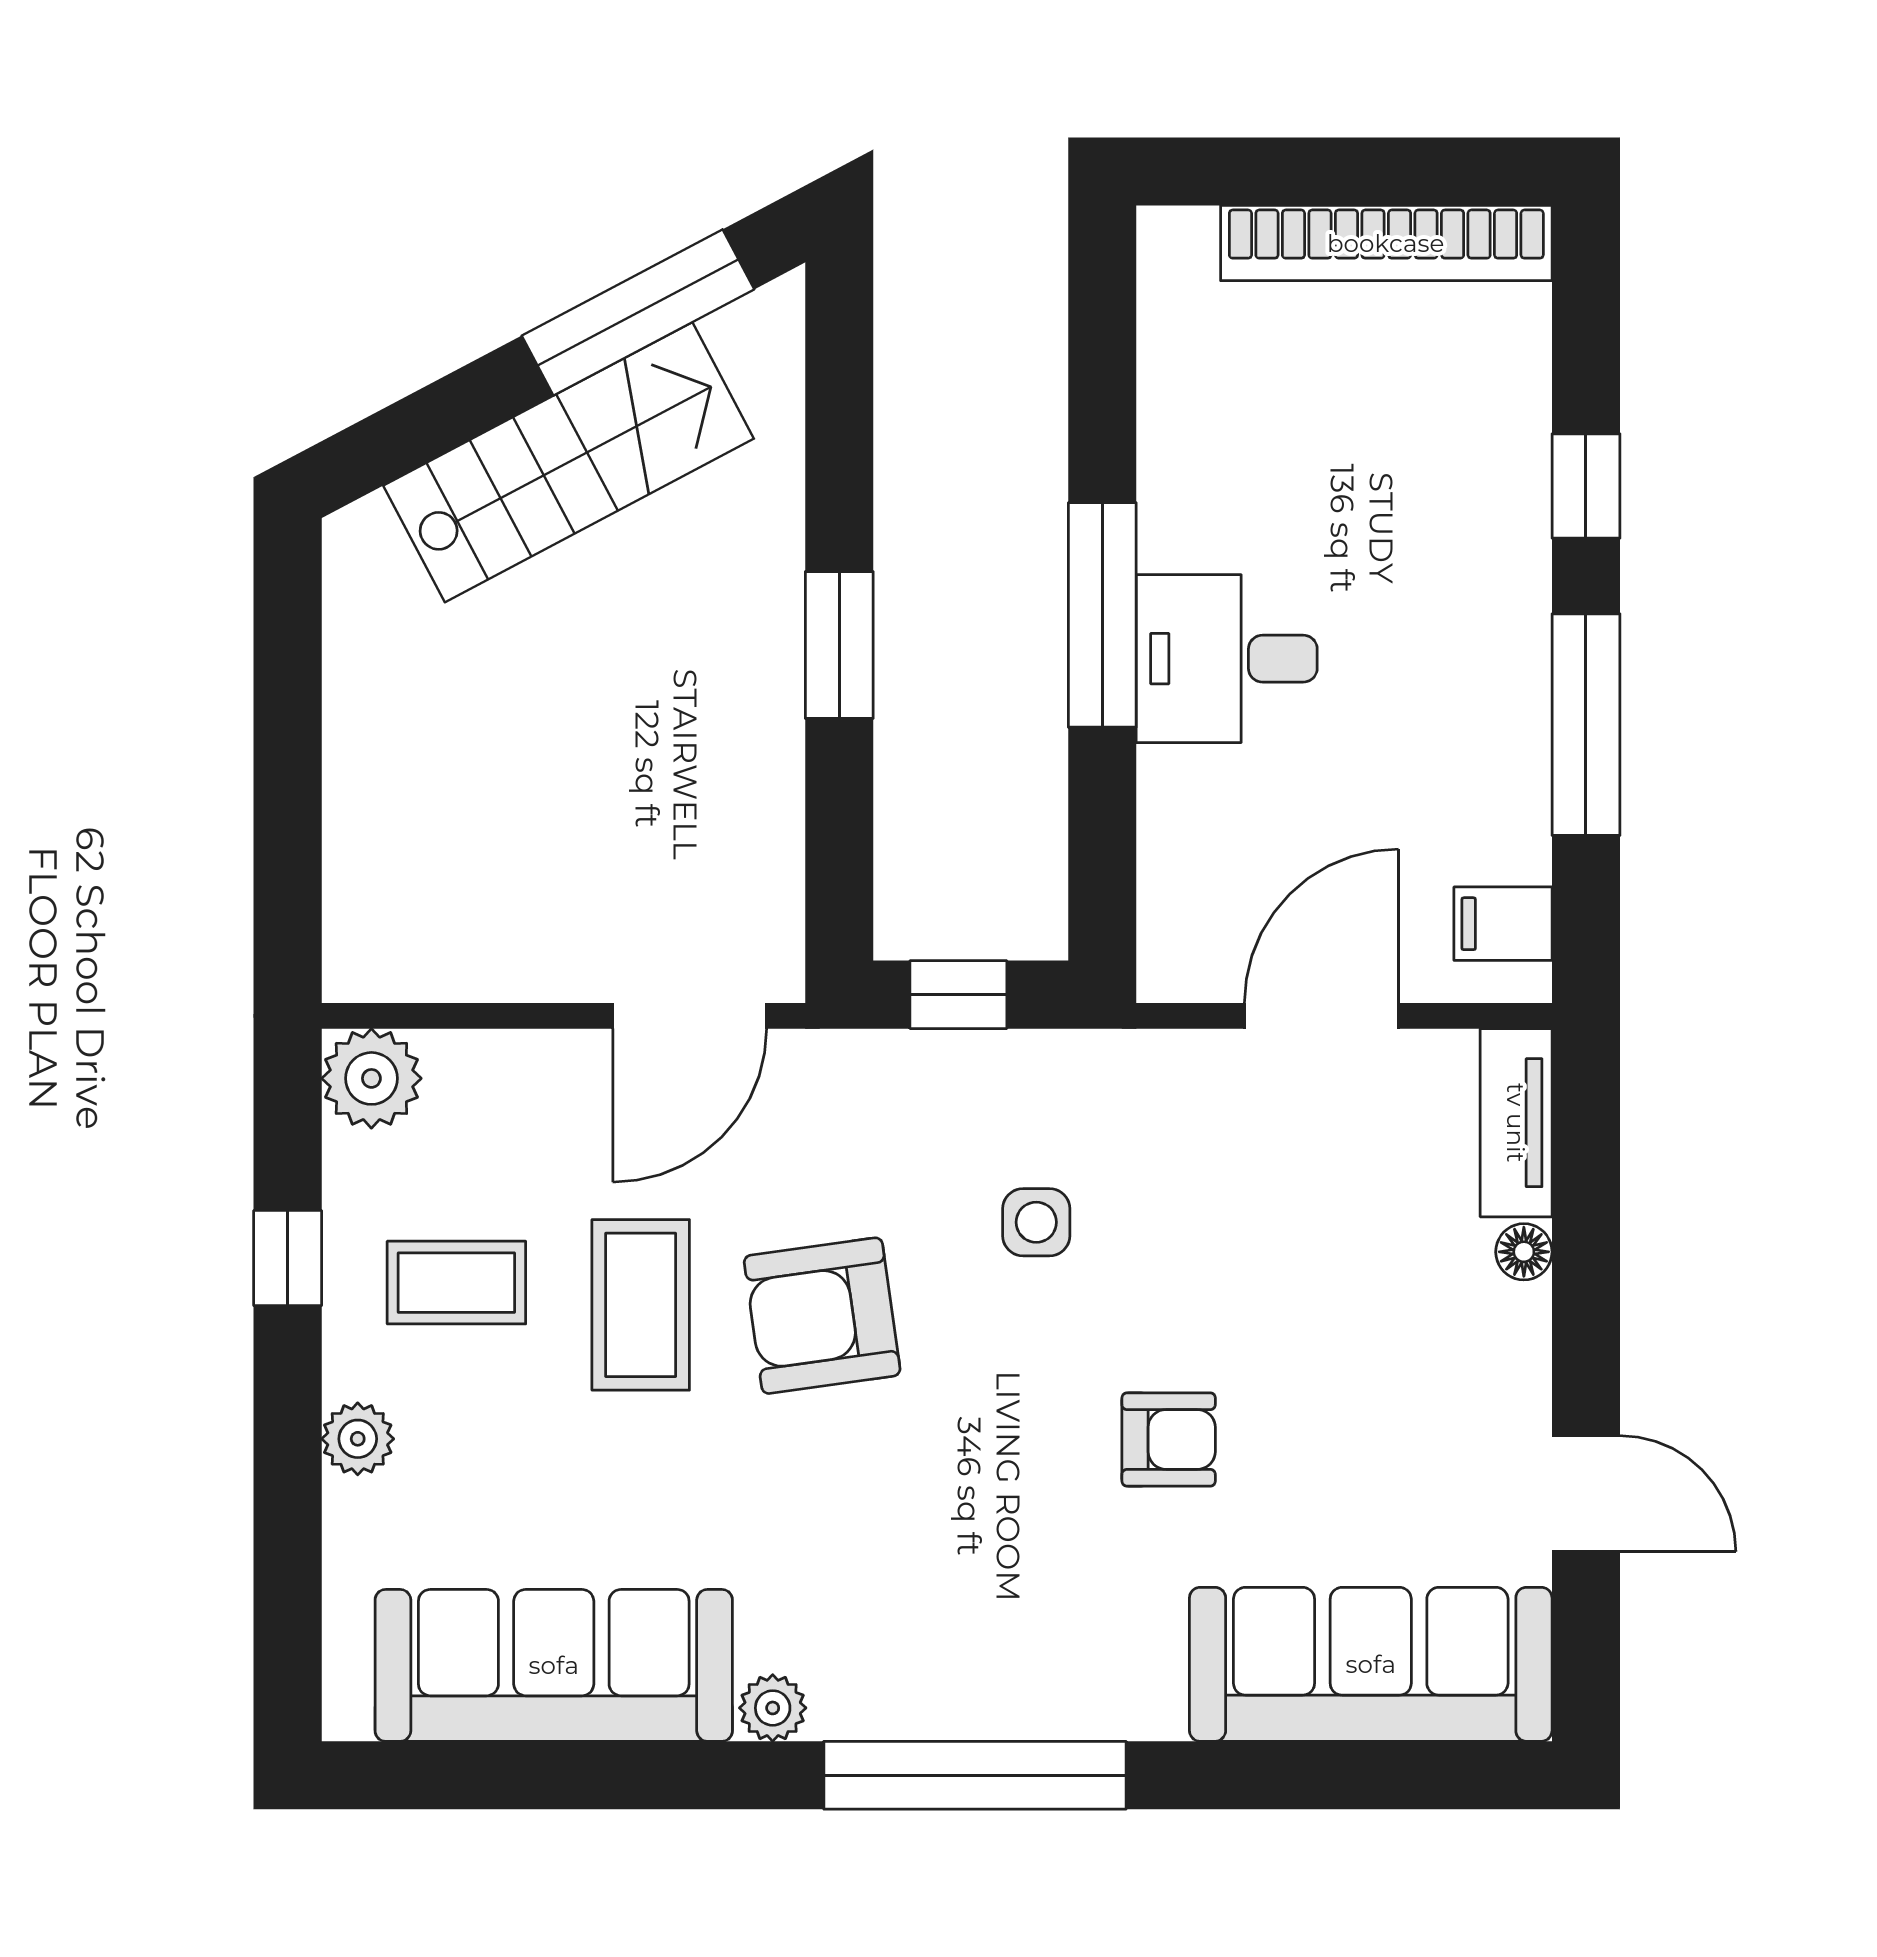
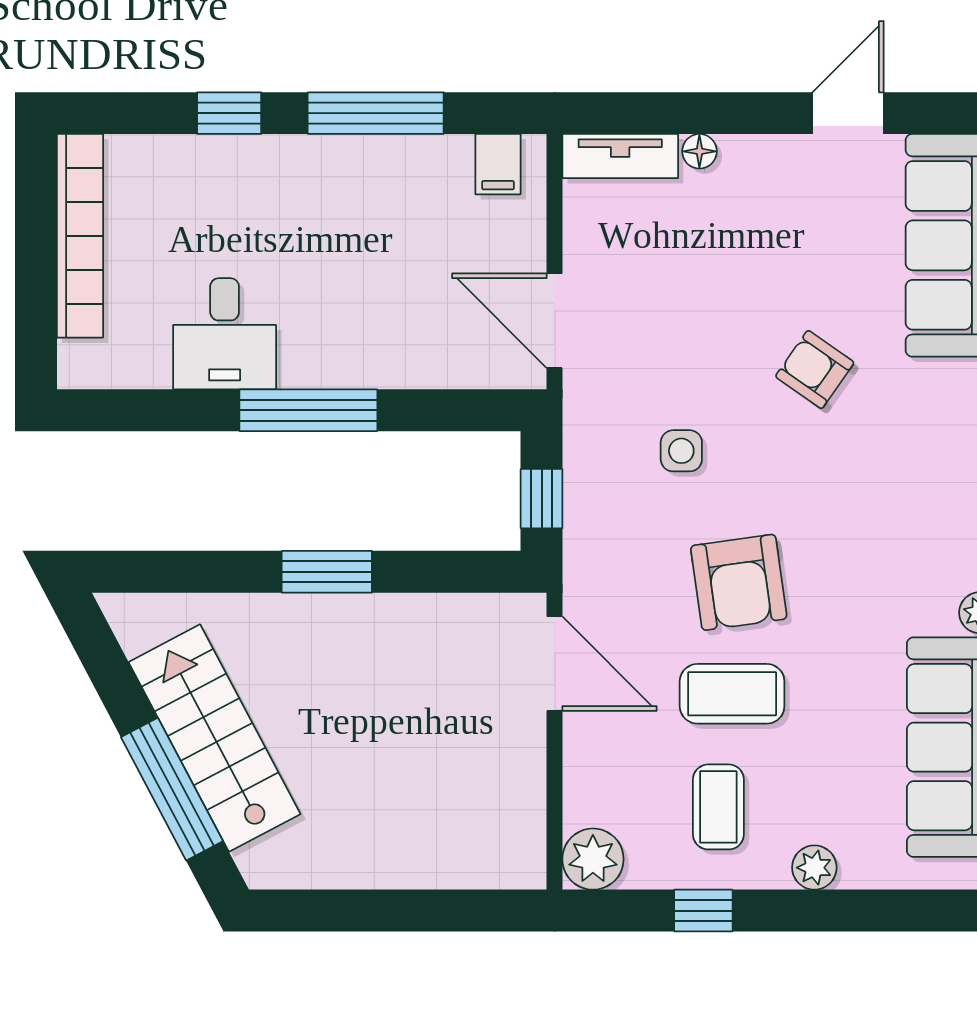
window: (638, 312) -> (172, 789), moved
desk: (1227, 659) -> (225, 334), moved
door: (1321, 1016) -> (555, 321), moved
armchair: (1169, 1439) -> (815, 369), turned -55

